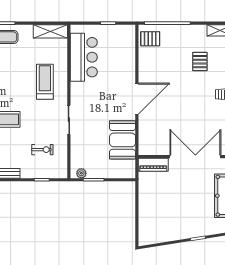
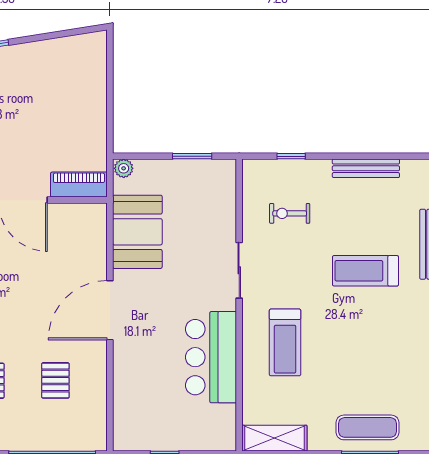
pallet: (150, 39) -> (55, 380), moved, turned 90
bar counter: (84, 57) -> (211, 357), moved
plant: (81, 173) -> (124, 168), moved

